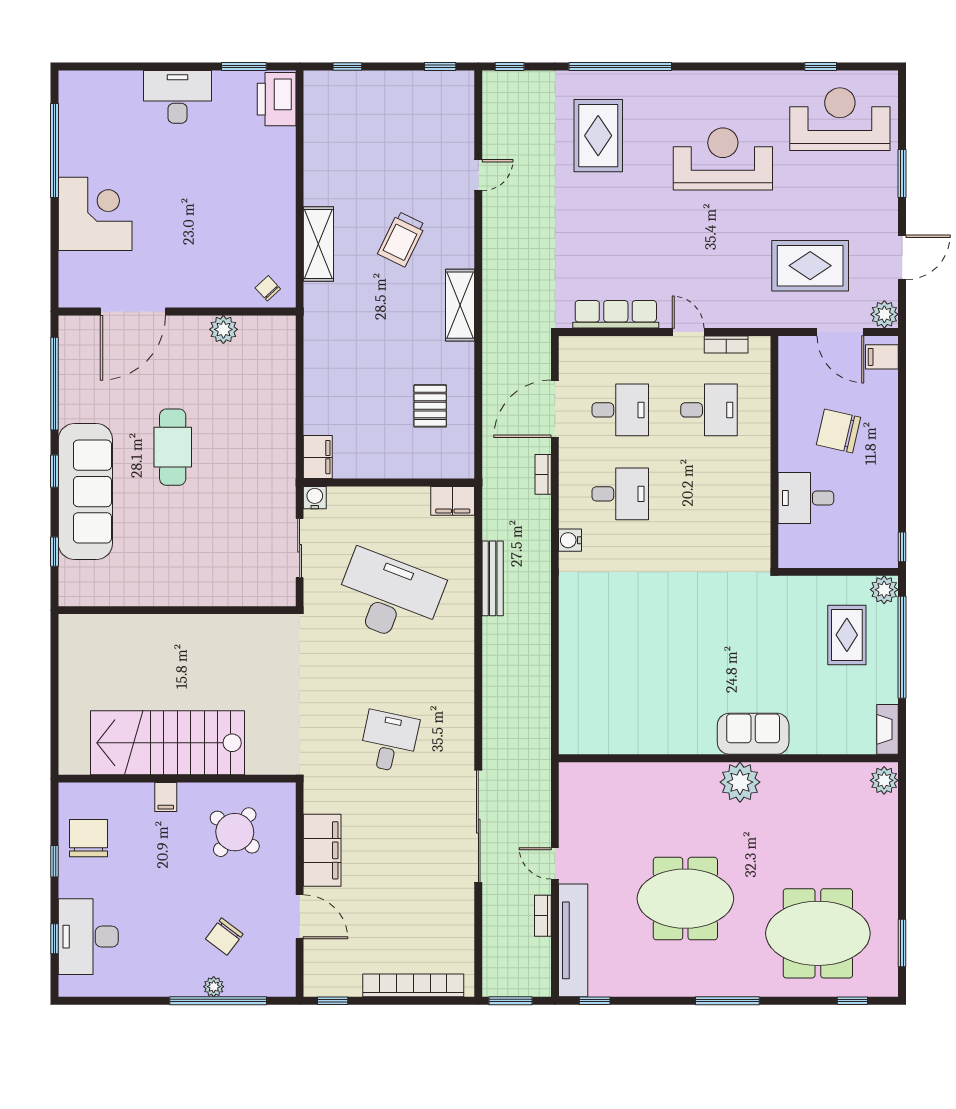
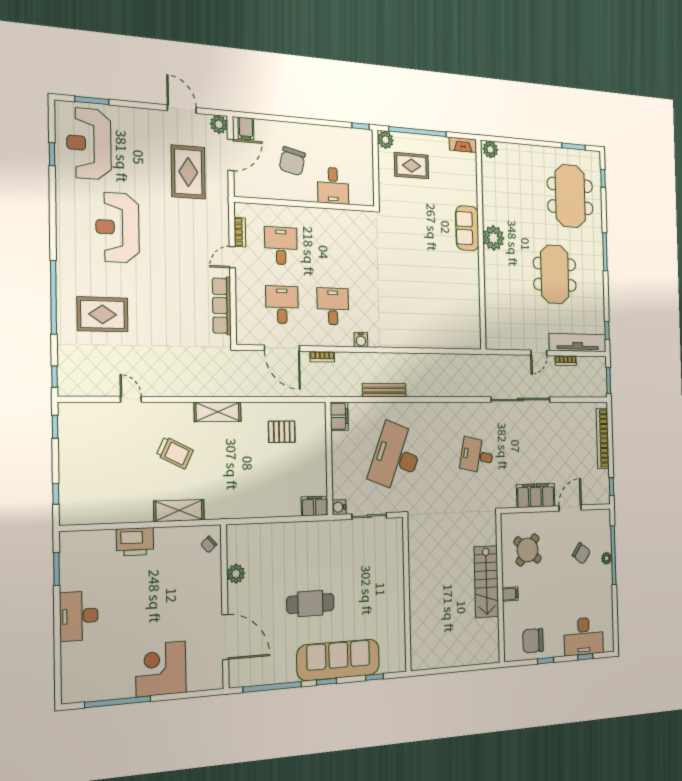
printer: (277, 99) -> (135, 542), moved
window: (902, 173) -> (92, 100), moved
stairs: (168, 743) -> (486, 582), width x0.73, depth x0.66

